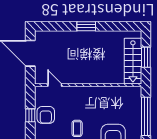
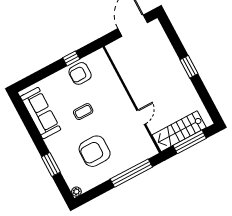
window: (146, 57) -> (190, 142), width x1.44
door: (55, 85) -> (141, 117), moved

